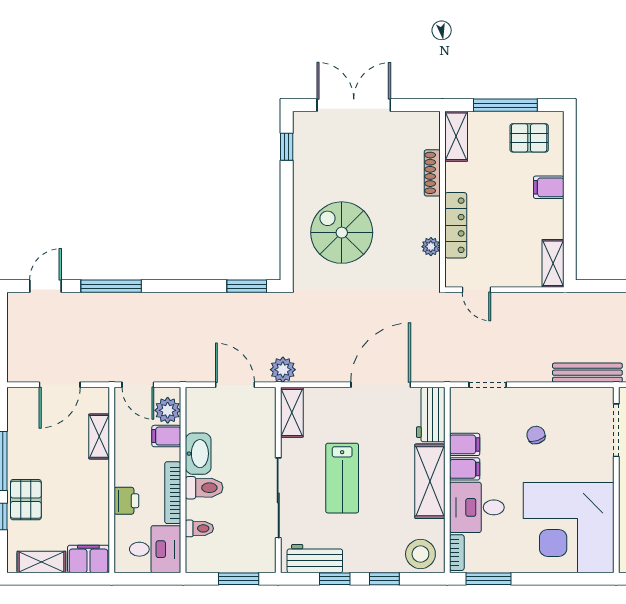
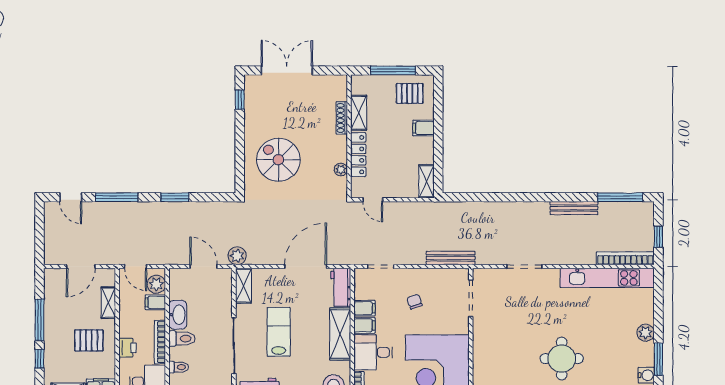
shelving: (456, 136) -> (359, 113), moved
door: (45, 286) -> (71, 197), swing flipped
window: (247, 286) -> (175, 197), moved
lab bench: (342, 478) -> (279, 332), turned 180
pallet: (26, 500) -> (89, 340), moved, turned 90

